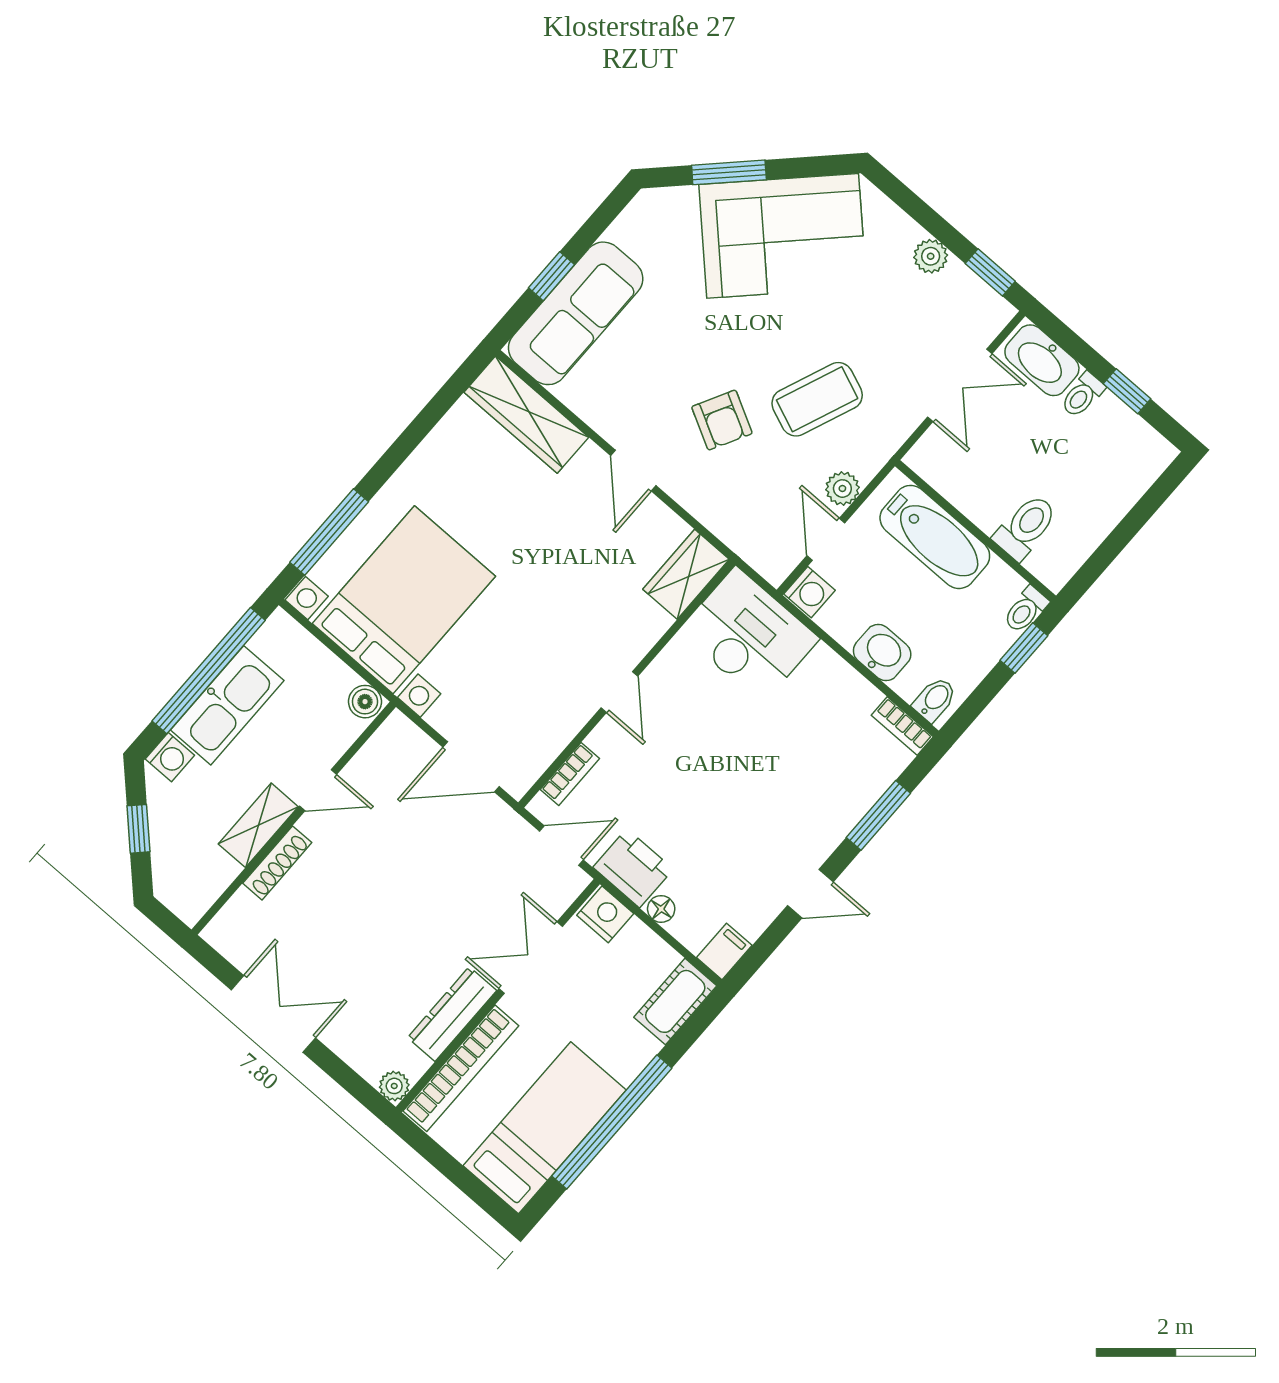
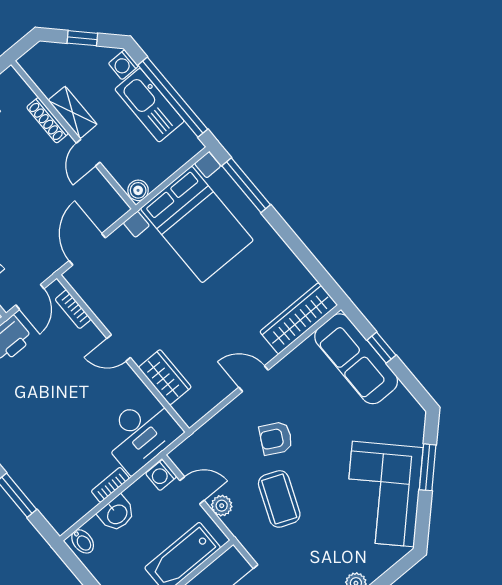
wardrobe: (686, 574) -> (165, 377), moved
bookcase: (902, 726) -> (110, 485), moved

